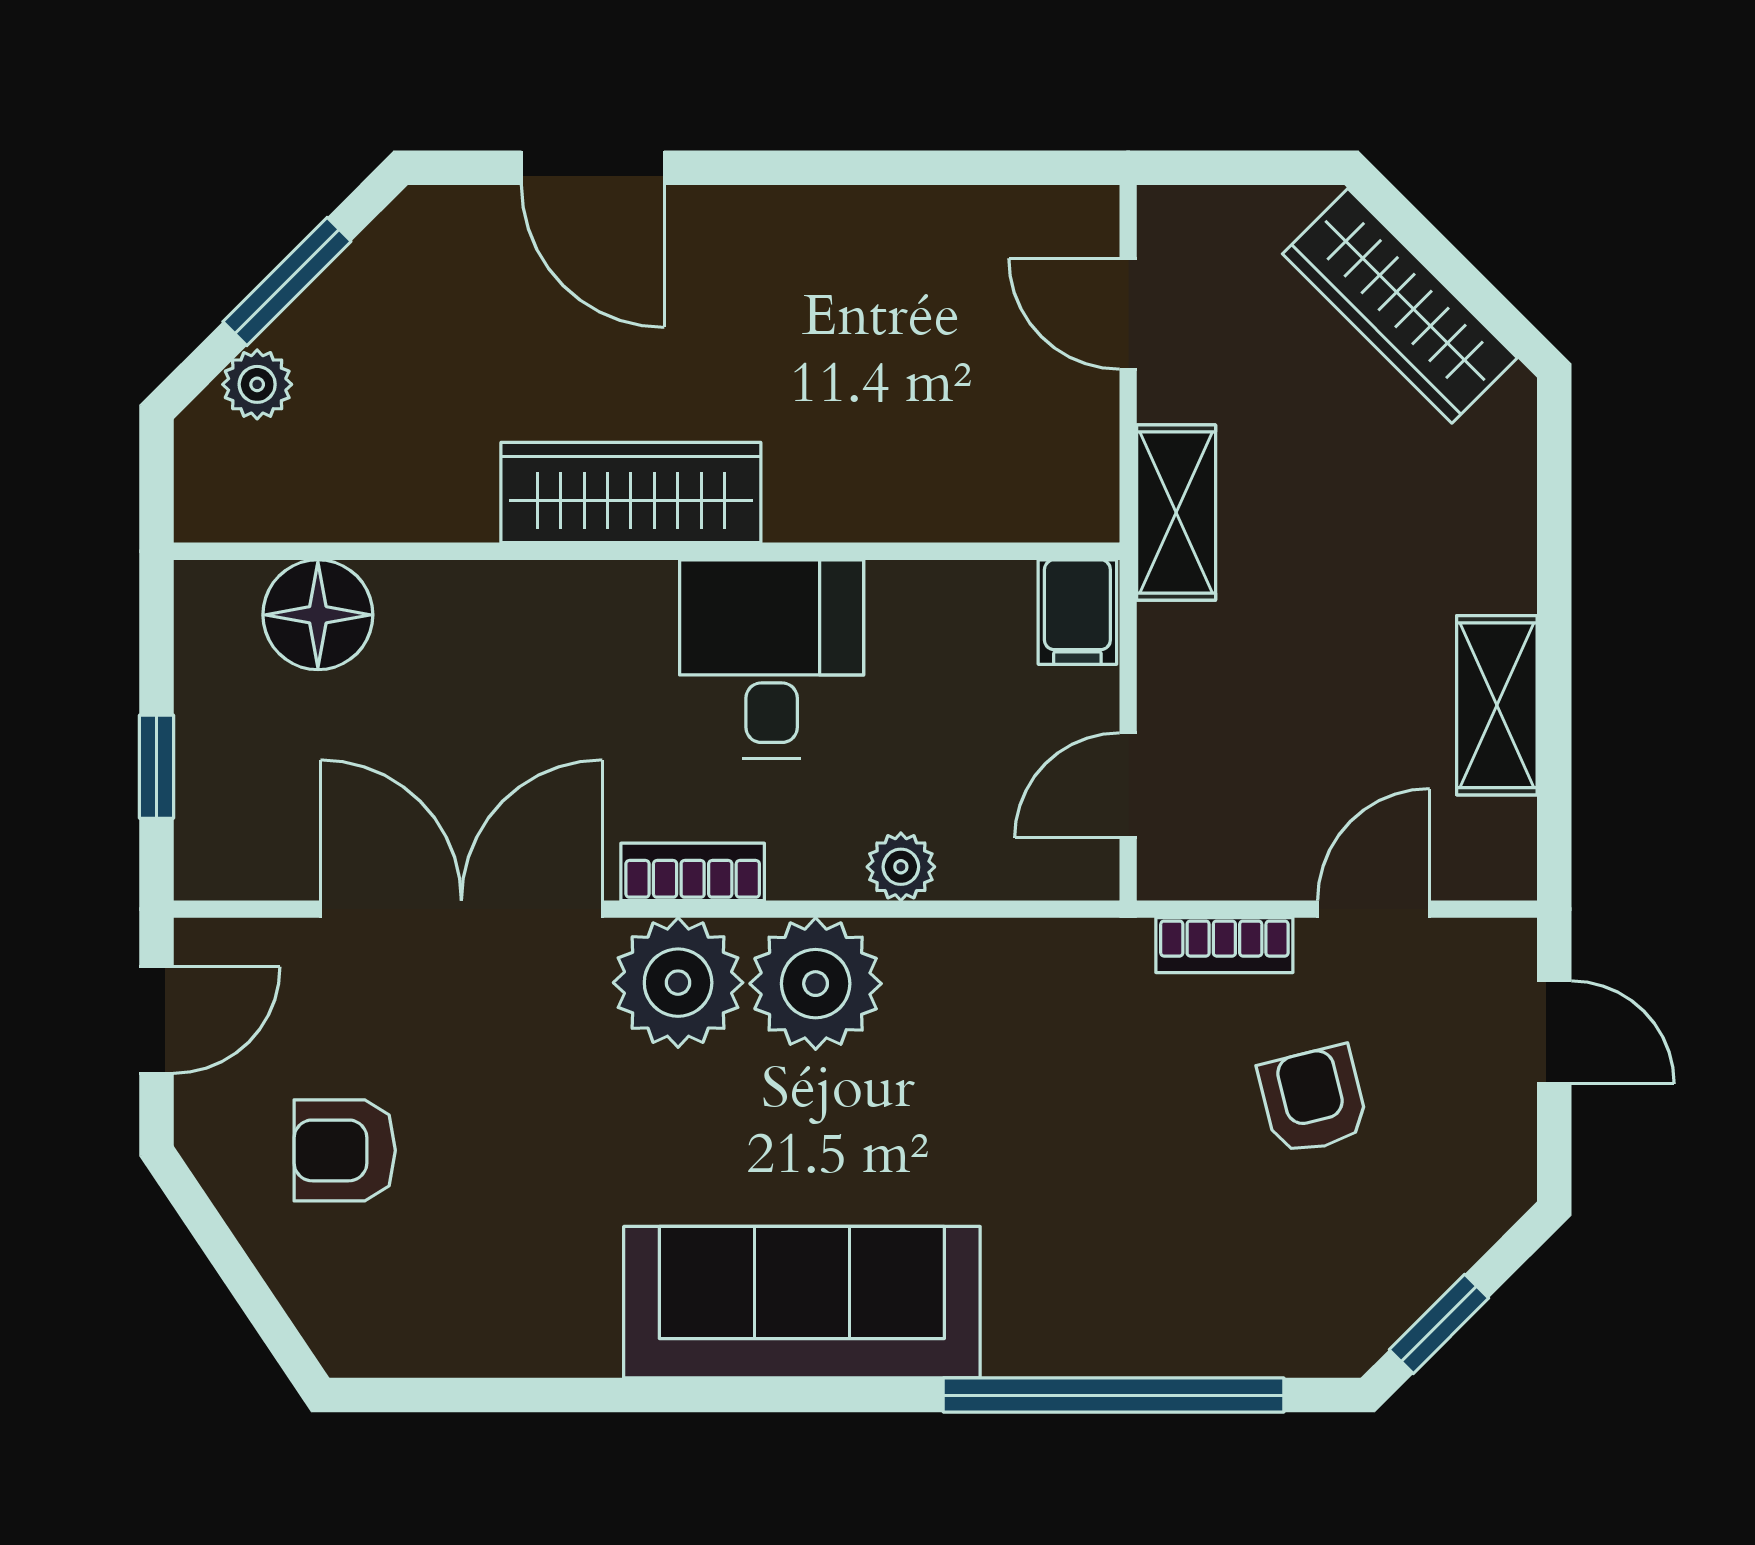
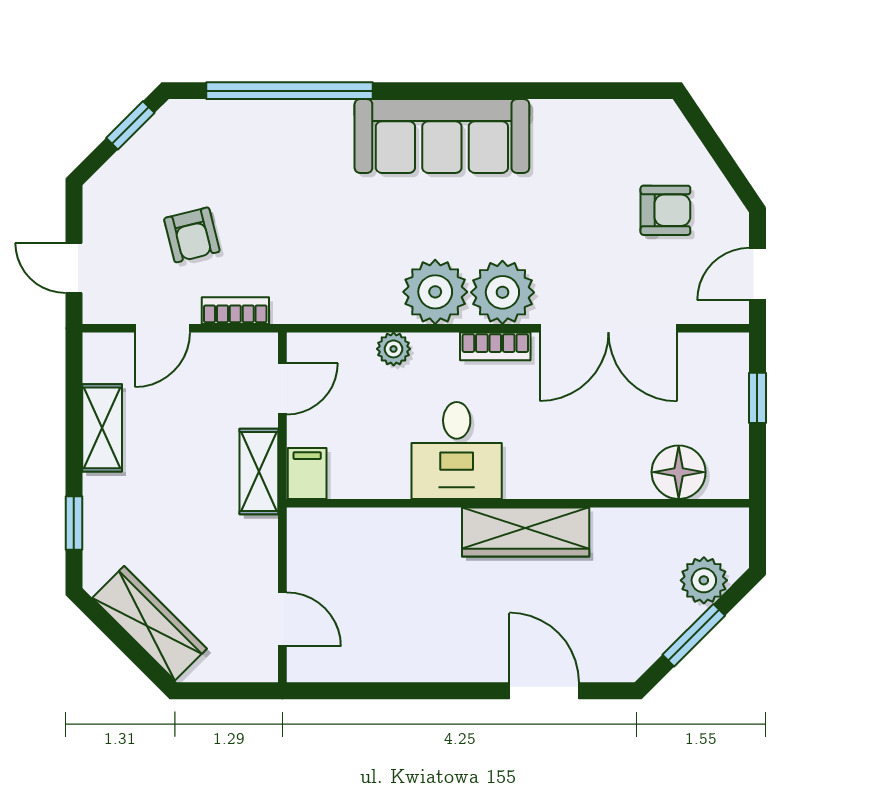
plant: (257, 384) -> (704, 580), width x1.38, depth x1.38
window: (1554, 511) -> (74, 523), added
shelving: (1176, 513) -> (259, 471), moved

